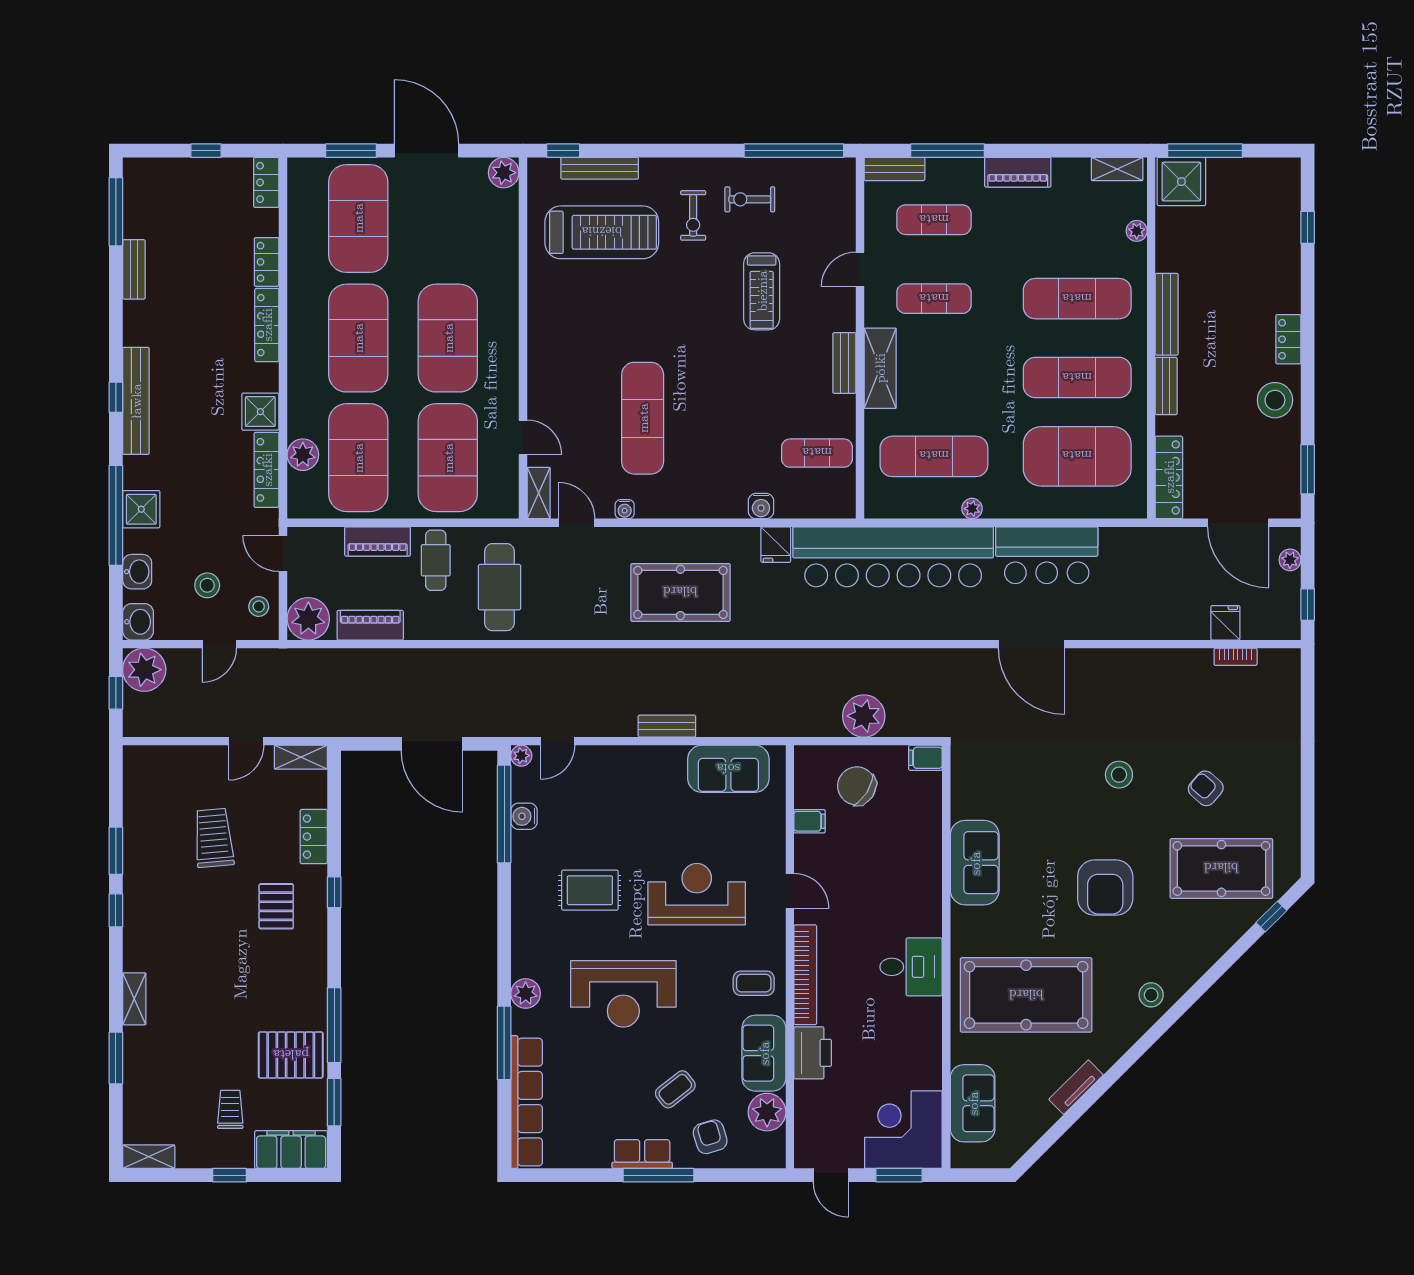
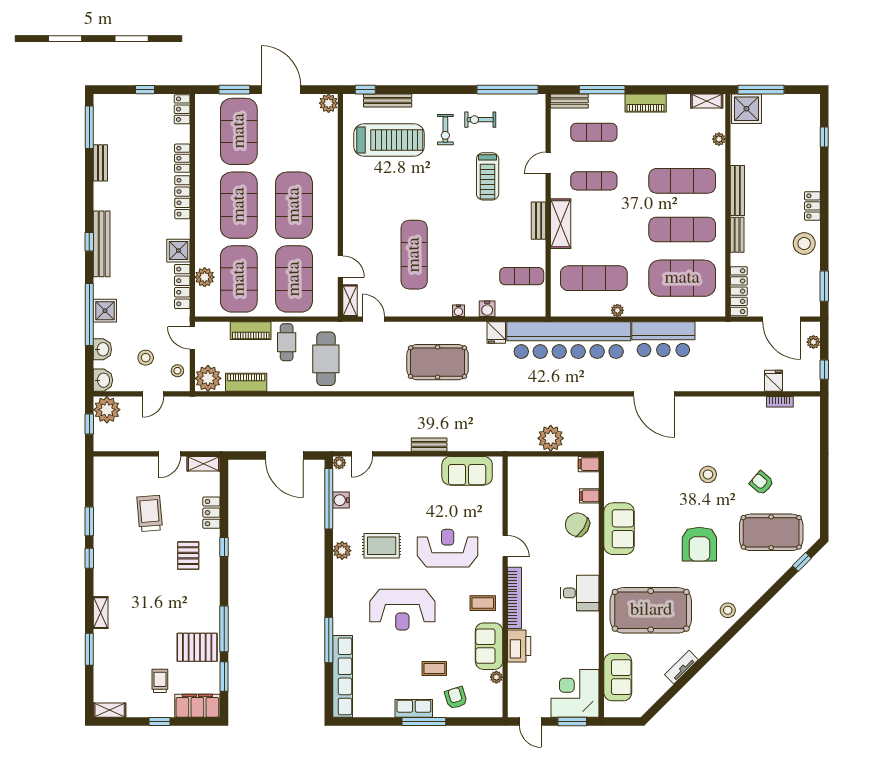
water cooler: (625, 509) -> (458, 311), moved
chair: (857, 786) -> (577, 525), moved
filing cabinet: (810, 821) -> (589, 496), moved, turned 180
plant: (526, 993) -> (342, 551), moved
coffee table: (675, 1089) -> (434, 669), turned 38
plant: (767, 1112) -> (496, 677), width x0.53, depth x0.53

